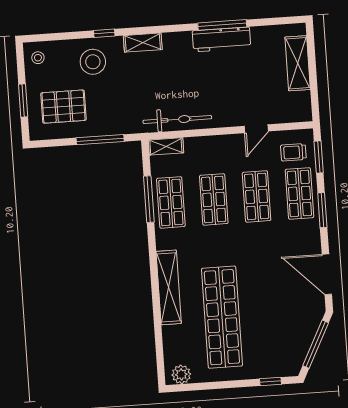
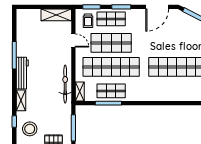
workbench: (222, 39) -> (22, 73), moved
shelving: (298, 63) -> (56, 15), moved
shop shelf: (257, 196) -> (111, 43), width x1.43, depth x1.36
shop shelf: (214, 199) -> (111, 67), width x2.00, depth x1.36
shelving: (169, 287) -> (158, 95), removed

